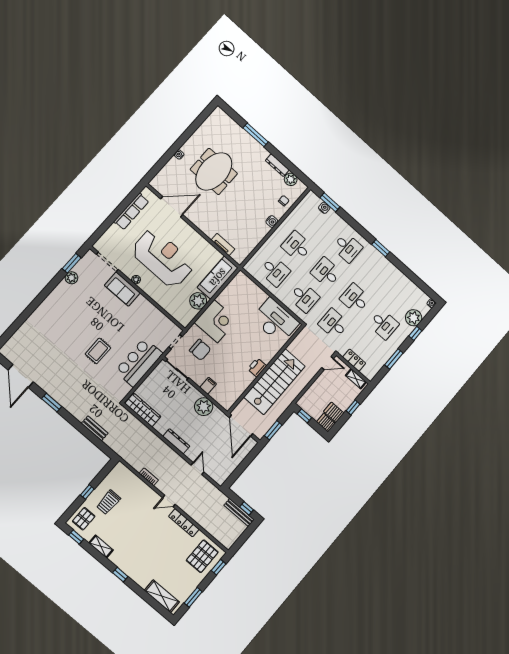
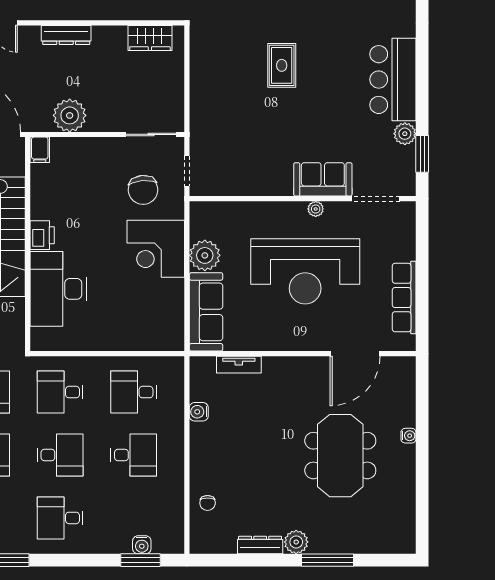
plant: (291, 179) -> (296, 542), moved
water cooler: (272, 221) -> (199, 412), moved
desk: (275, 321) -> (58, 289), moved, turned 90
chair: (200, 350) -> (143, 190), turned -95
bar counter: (139, 362) -> (393, 80), moved, turned 180
filing cabinet: (208, 386) -> (40, 150), moved
wardrobe: (143, 410) -> (150, 38), width x0.67

